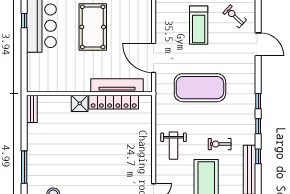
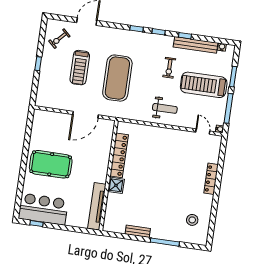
treadmill: (199, 25) -> (80, 68), moved, turned 90
tv unit: (117, 85) -> (97, 206), moved
bench: (32, 109) -> (138, 231), moved

